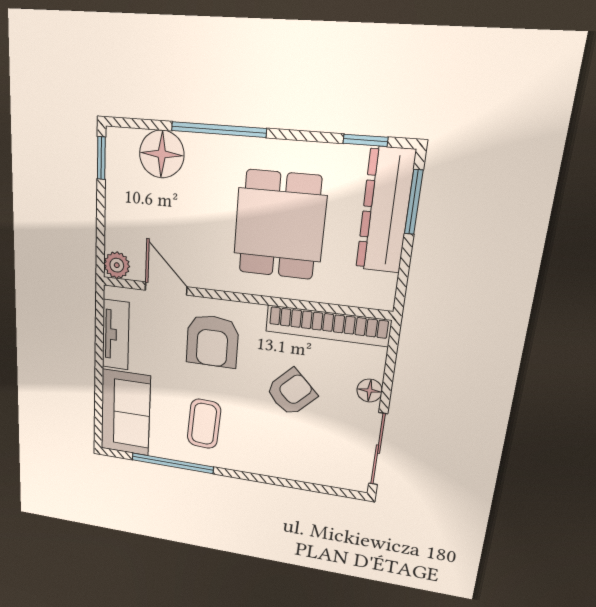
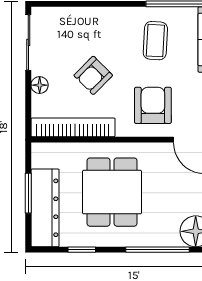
window: (365, 140) -> (82, 250), moved
window: (414, 202) -> (28, 193), moved

